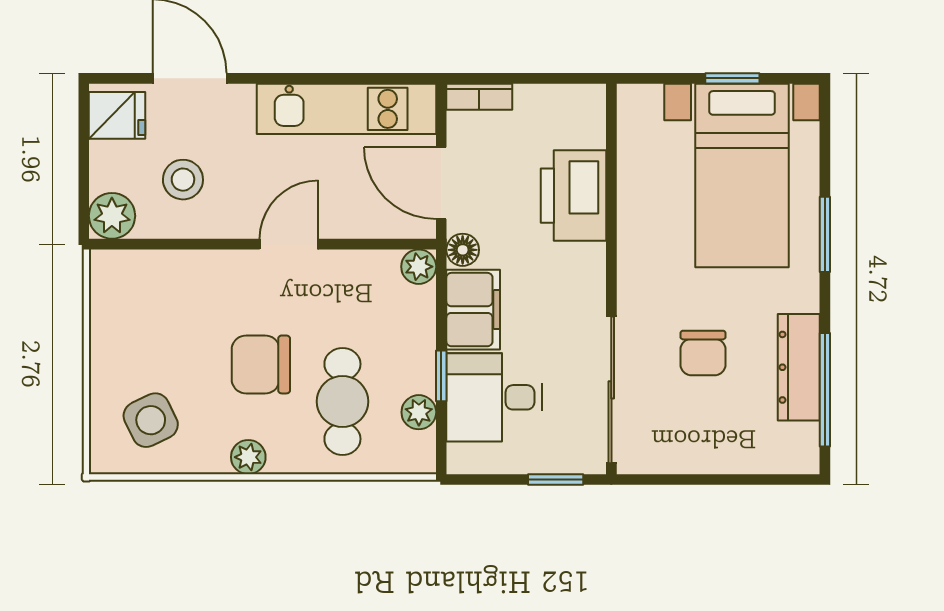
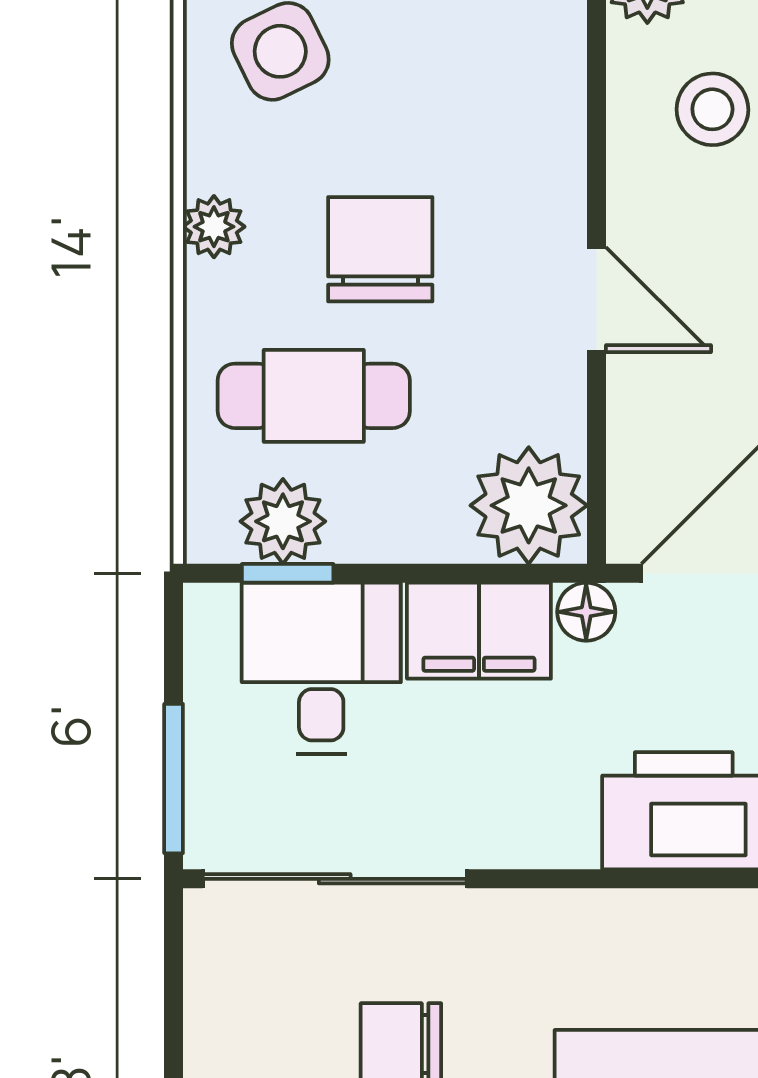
plant: (419, 267) -> (529, 505), width x1.88, depth x1.88
window: (441, 376) -> (288, 573), moved
plant: (419, 412) -> (283, 521), width x1.38, depth x1.38
window: (556, 480) -> (174, 779), width x1.50

